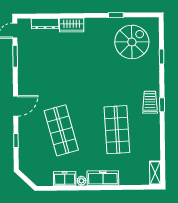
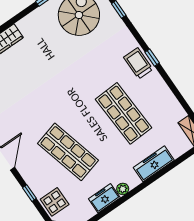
display table: (29, 158) -> (55, 202), added
freezer: (103, 178) -> (154, 164), moved

